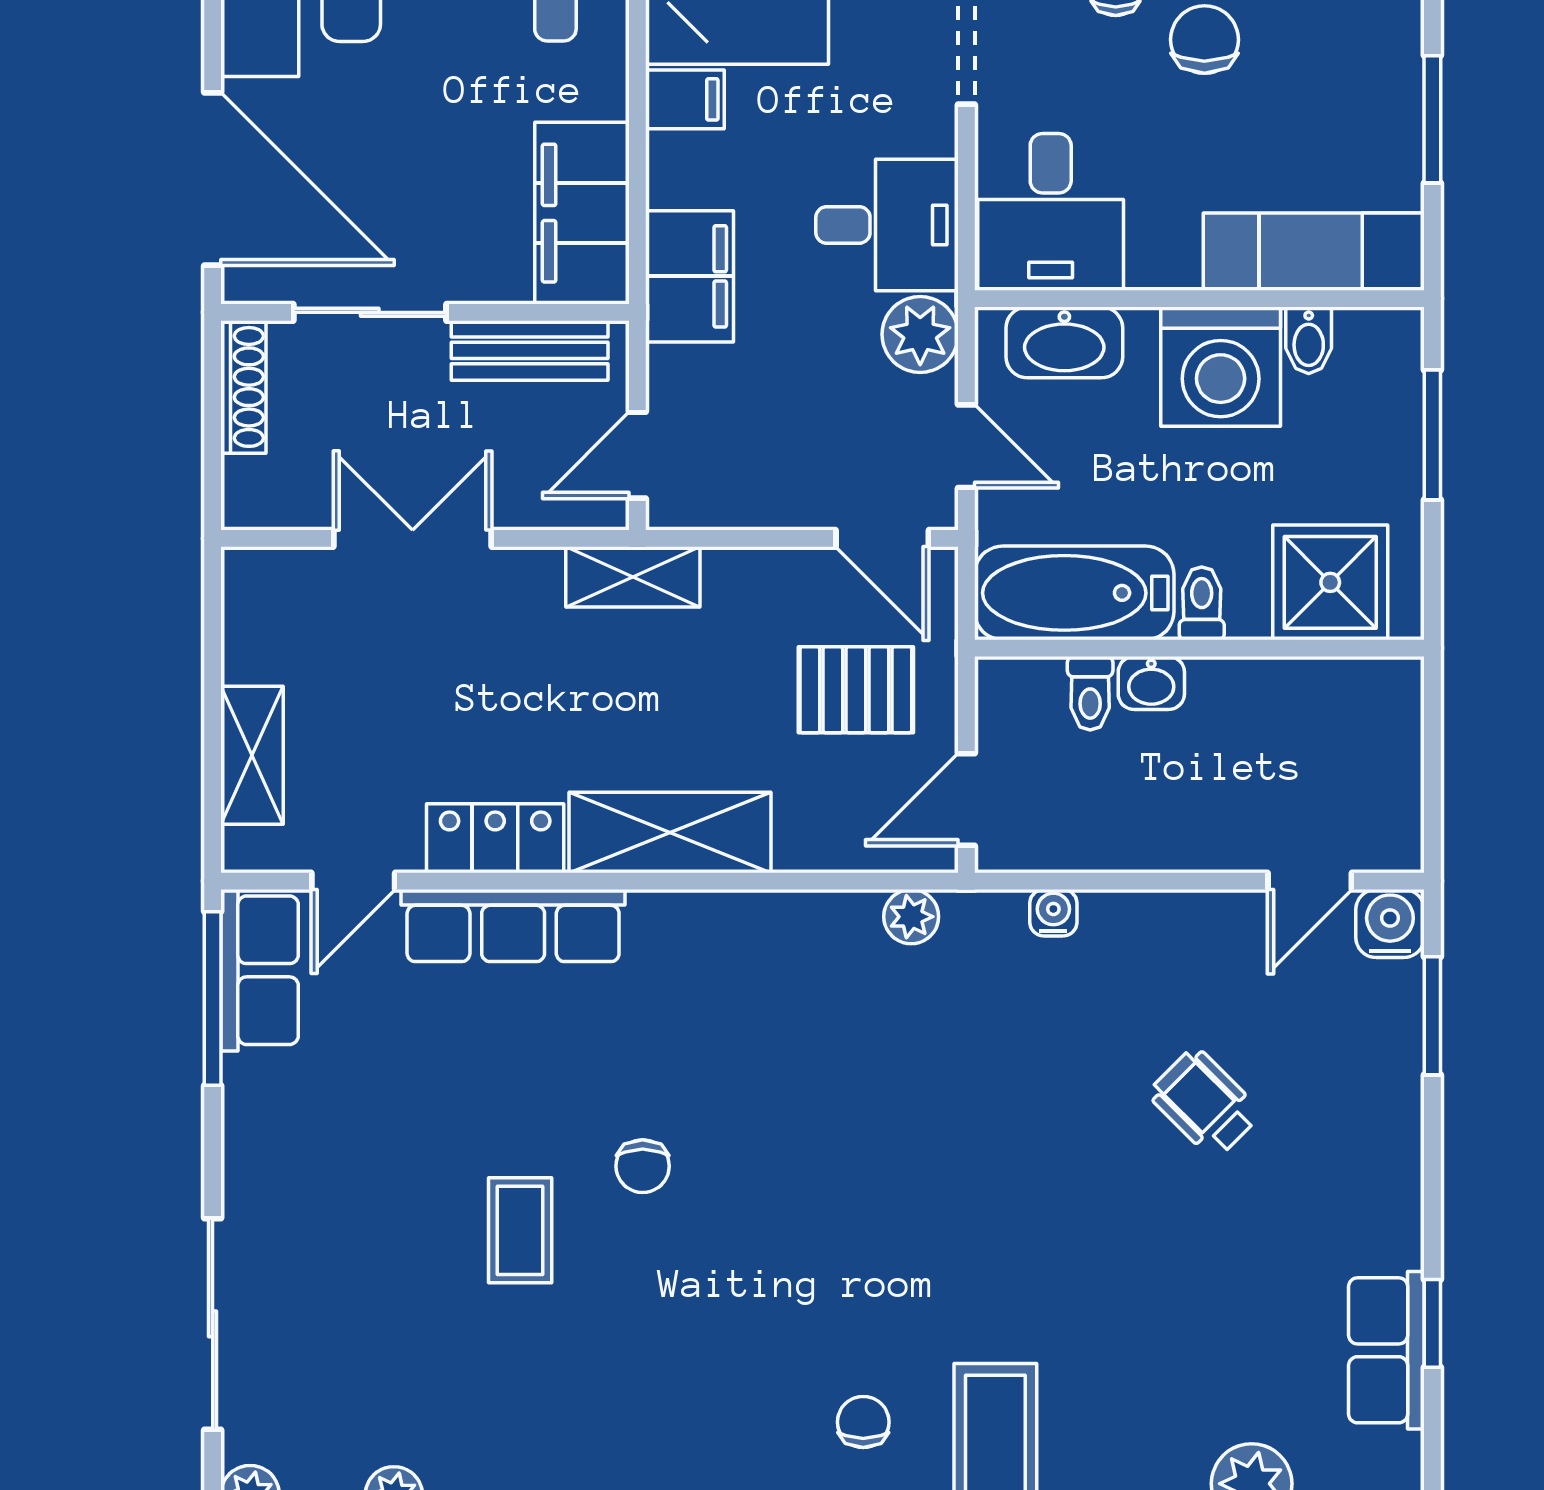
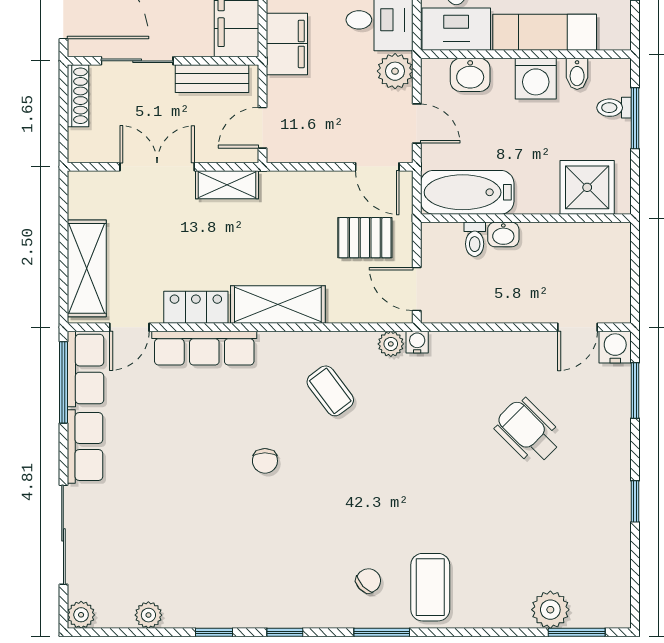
exam couch: (1314, 252) -> (545, 32), moved
washbasin: (1064, 342) -> (470, 75), width x0.72
washing machine: (1221, 367) -> (536, 79), width x0.73, depth x0.73
shelving: (633, 577) -> (227, 185), moved
toilet: (1202, 603) -> (614, 108), moved, turned -90
shelving: (252, 755) -> (87, 268), width x1.50, depth x1.33
door: (966, 799) -> (417, 289), hinge flipped
water cooler: (1053, 913) -> (417, 342), moved
wheelchair: (1205, 1103) -> (528, 431), width x1.36, depth x1.37
coffee table: (520, 1230) -> (330, 391), moved, turned -37
window: (1432, 1323) -> (635, 501), moved
row of seats: (1386, 1350) -> (85, 447), moved, turned 180
chair: (863, 1422) -> (368, 581), turned 47

